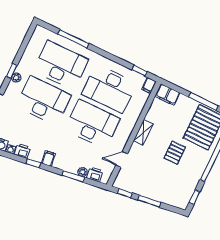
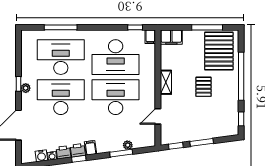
printer: (95, 174) -> (78, 150), moved

